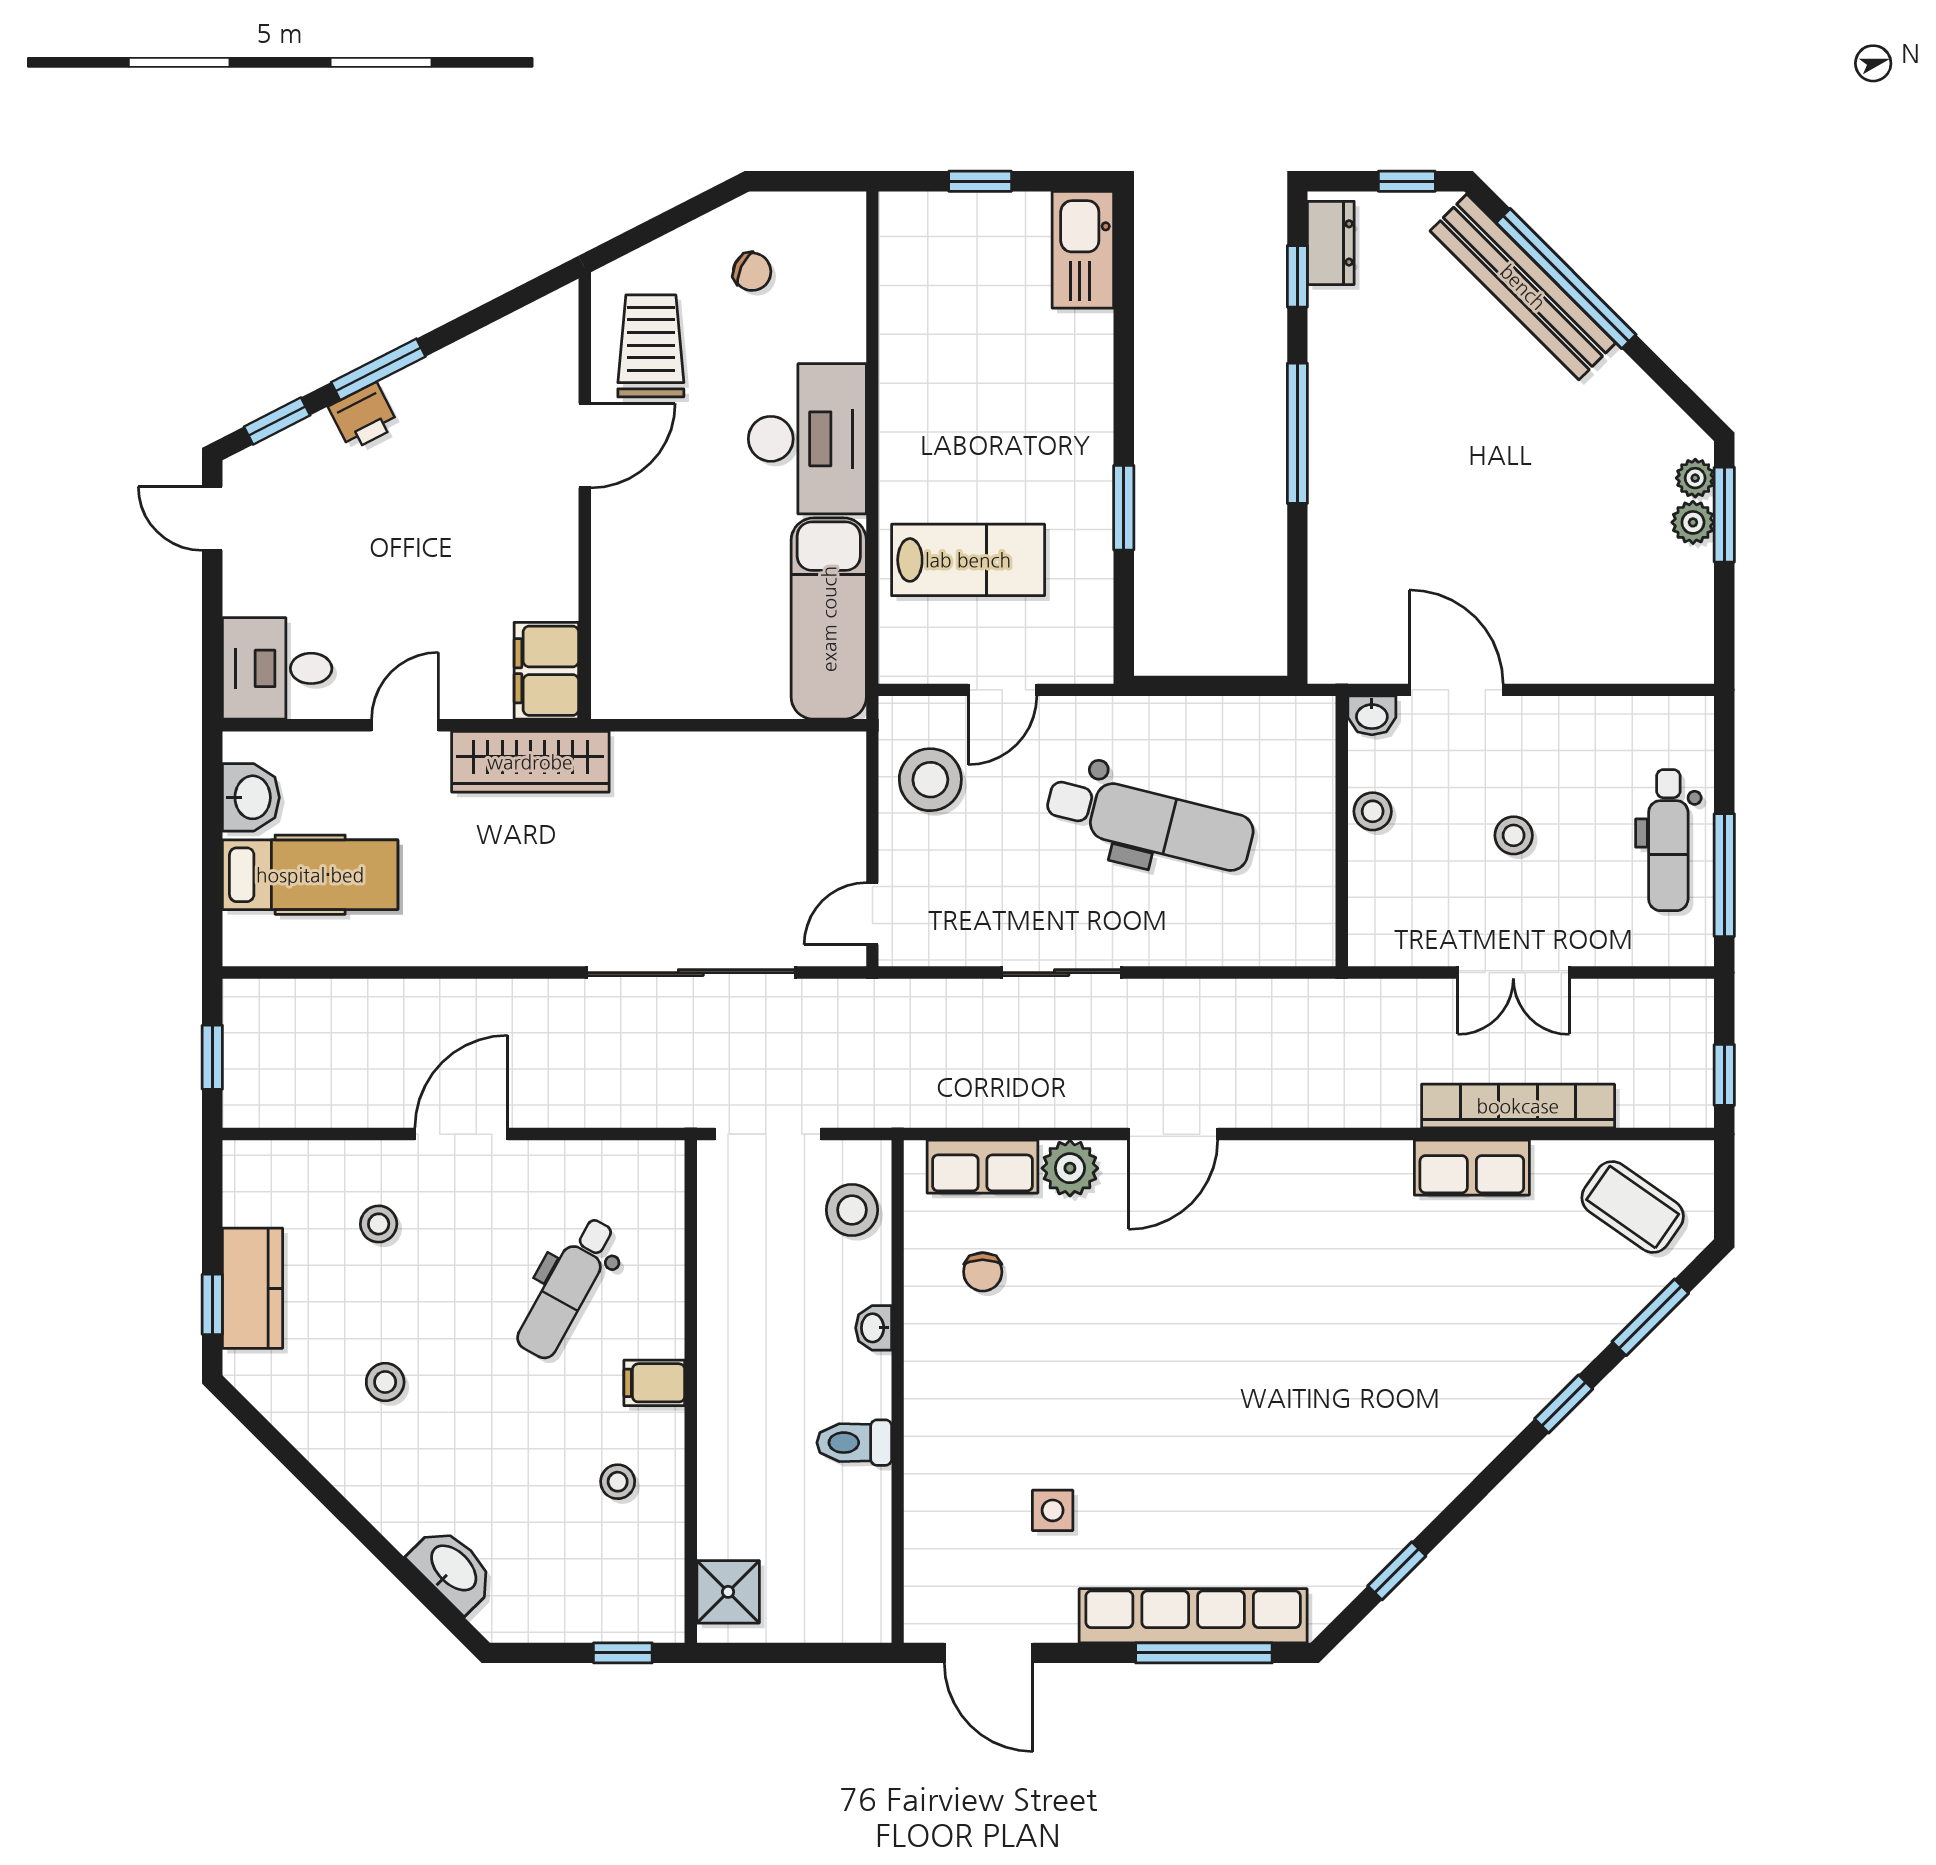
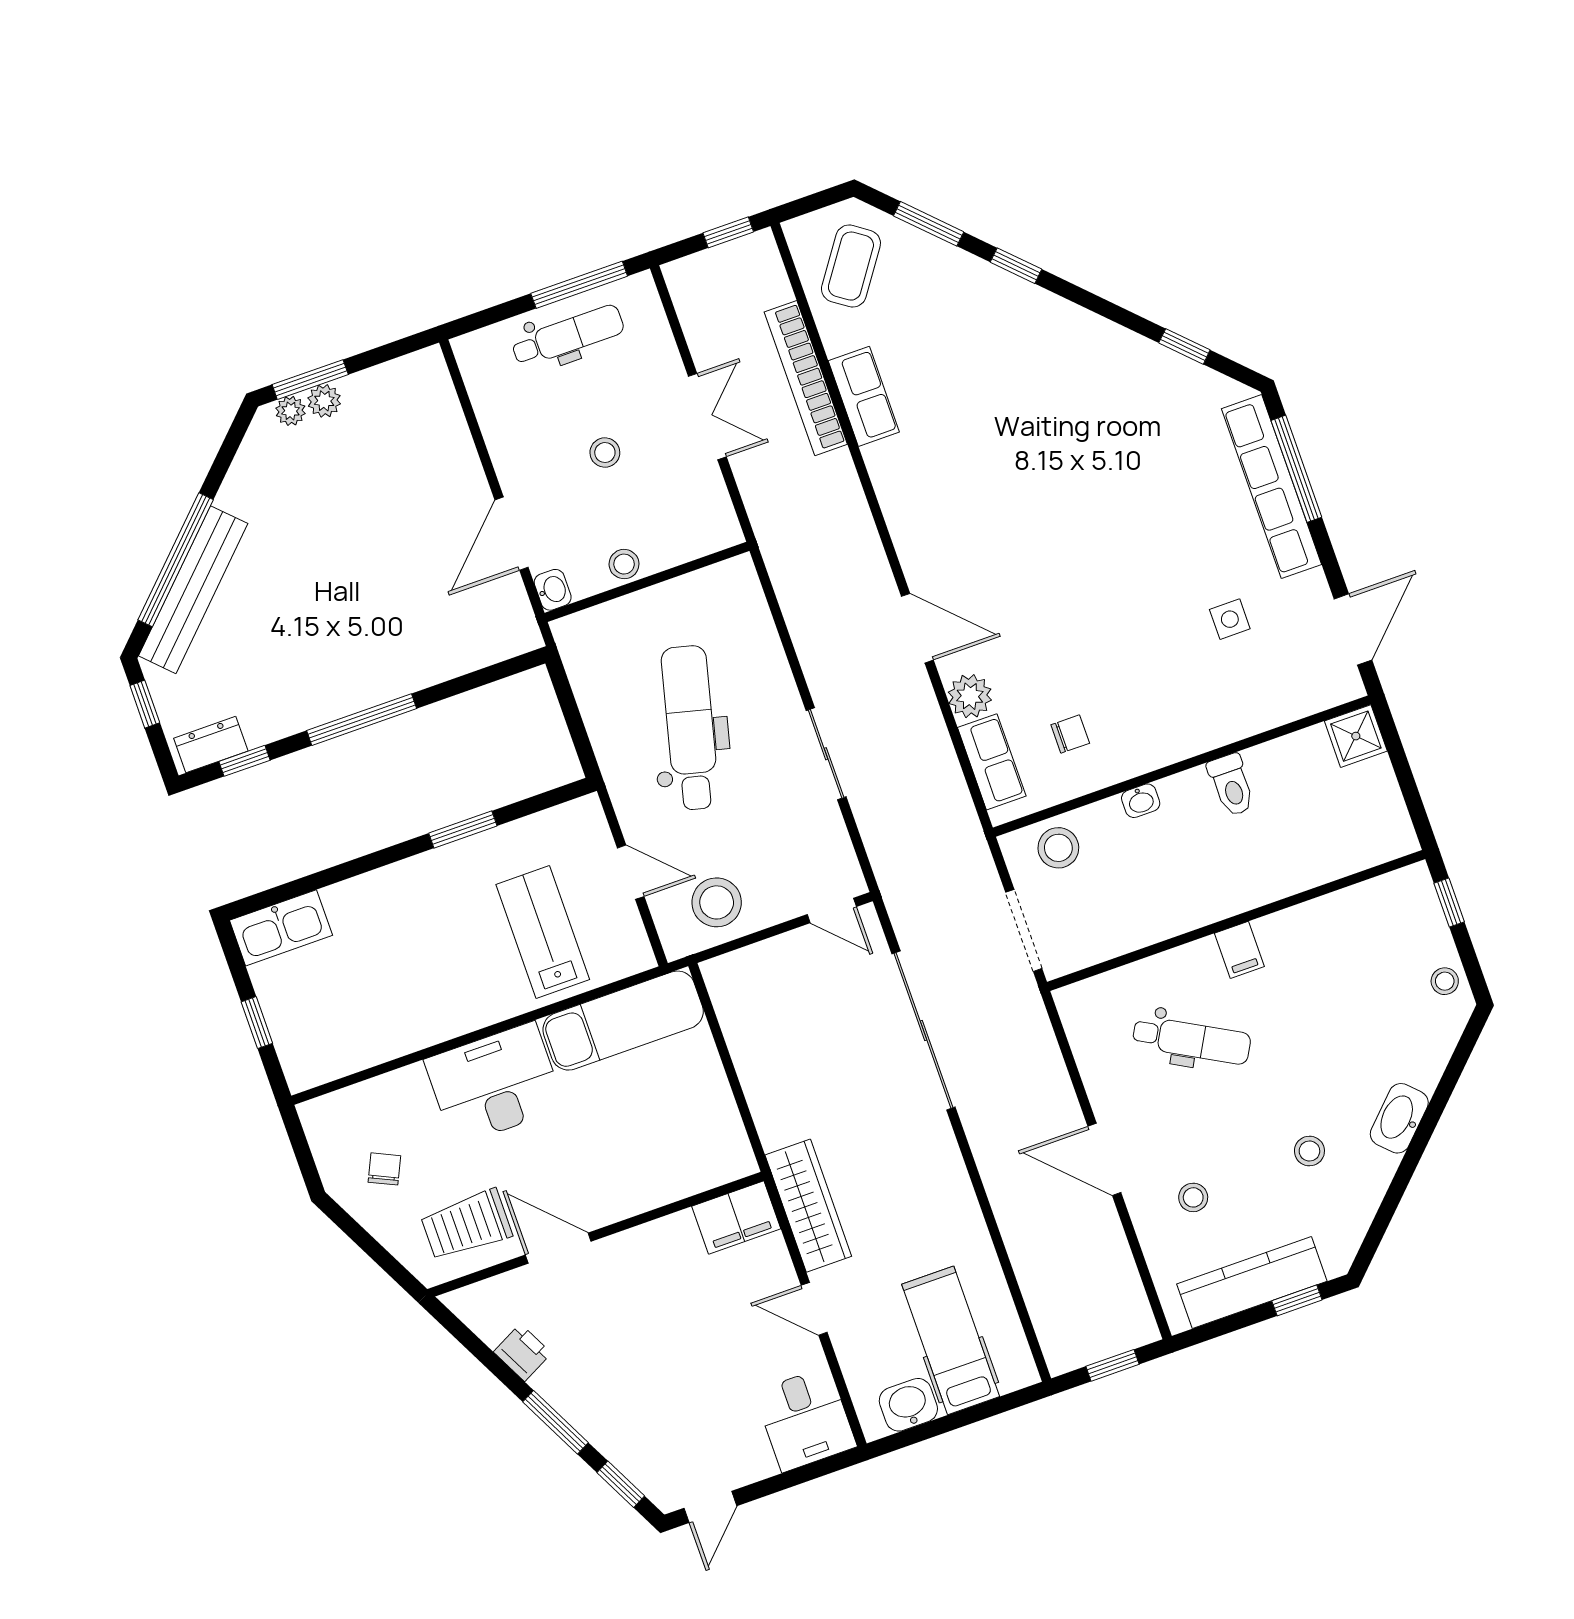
printer: (363, 416) -> (522, 1353), moved
kitchen counter: (252, 1288) -> (1252, 1283), width x1.50
stool: (618, 1482) -> (1445, 981), moved
washbasin: (453, 1569) -> (1399, 1118), moved
shower: (728, 1592) -> (1356, 736), moved

